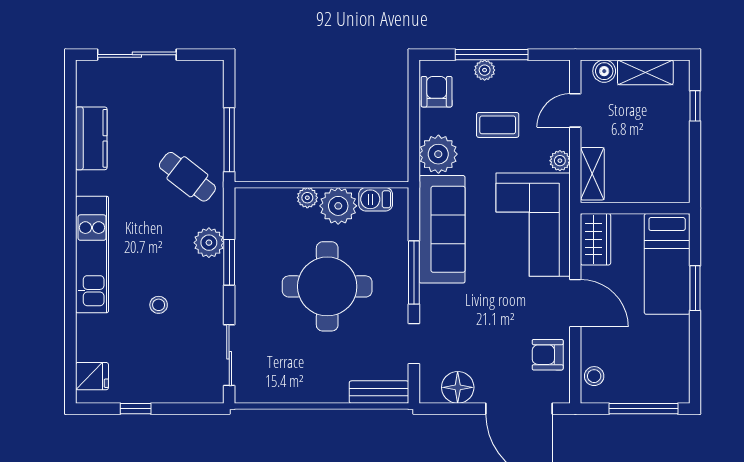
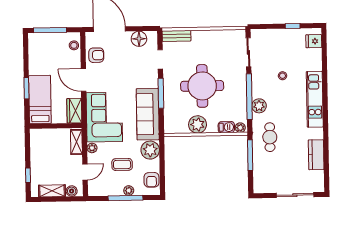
cafe table: (187, 177) -> (270, 137), turned 52
plant: (307, 198) -> (240, 128), moved
barbecue: (376, 199) -> (226, 127), moved
window: (229, 262) -> (249, 97), width x2.11

